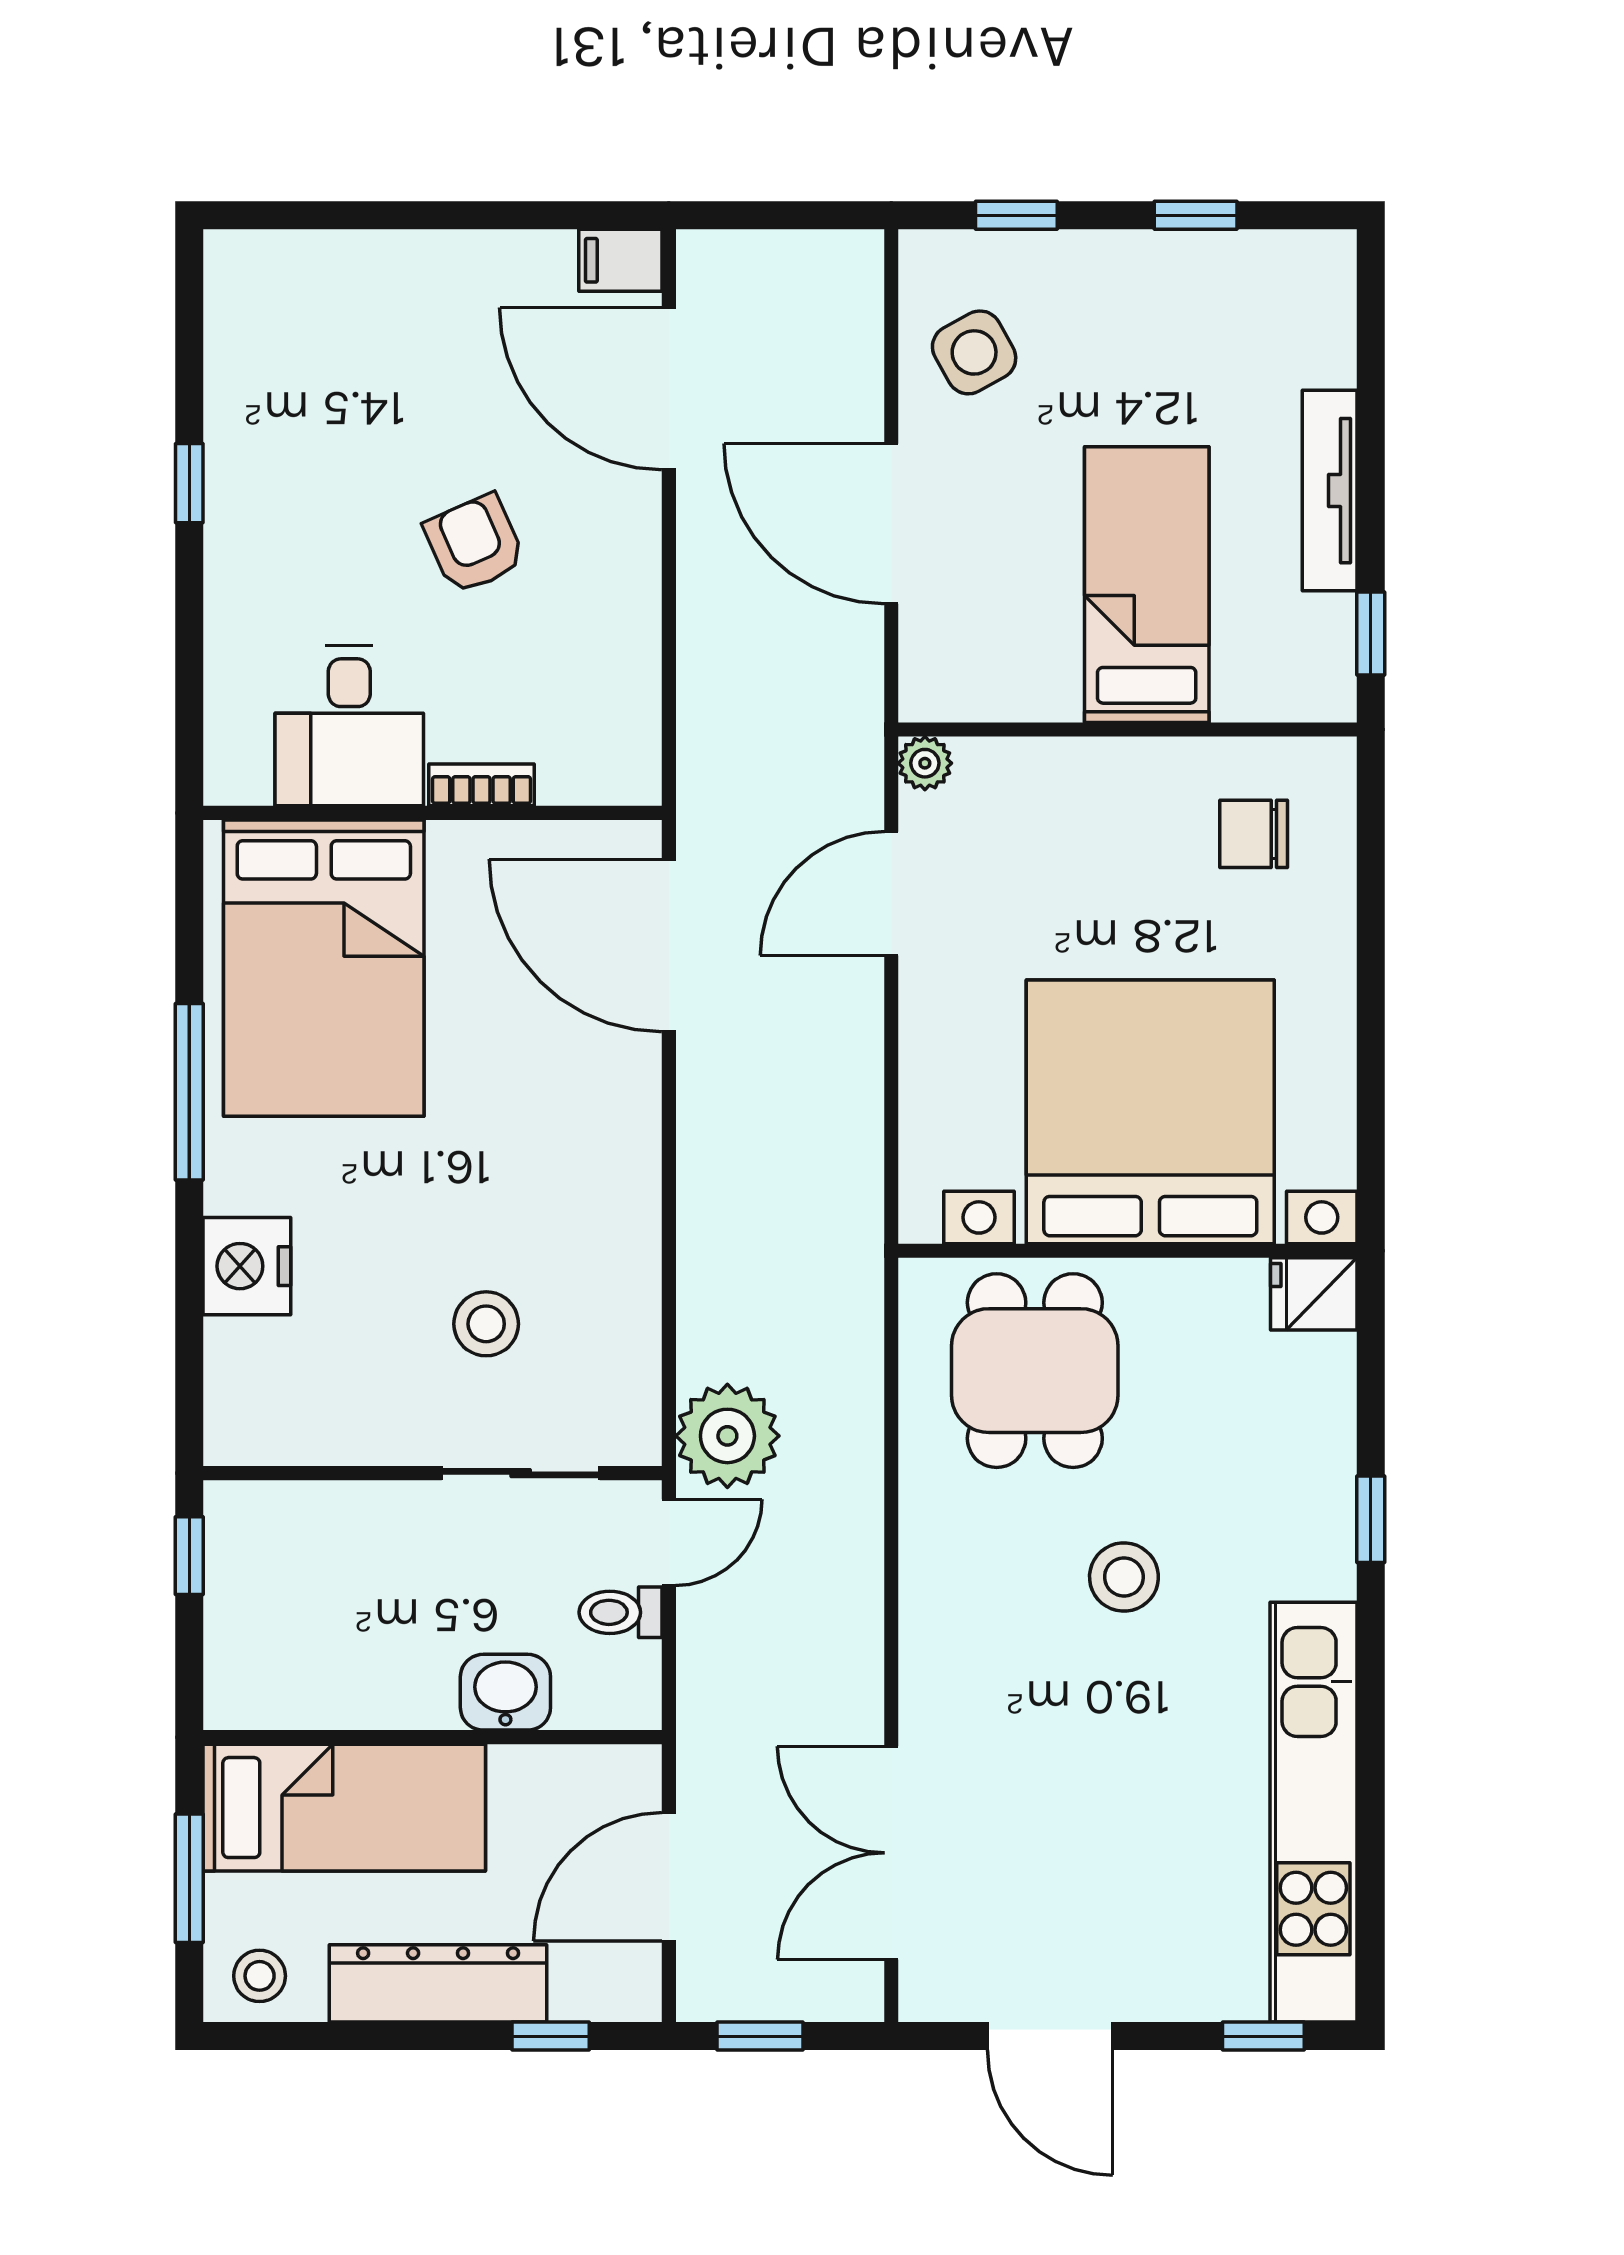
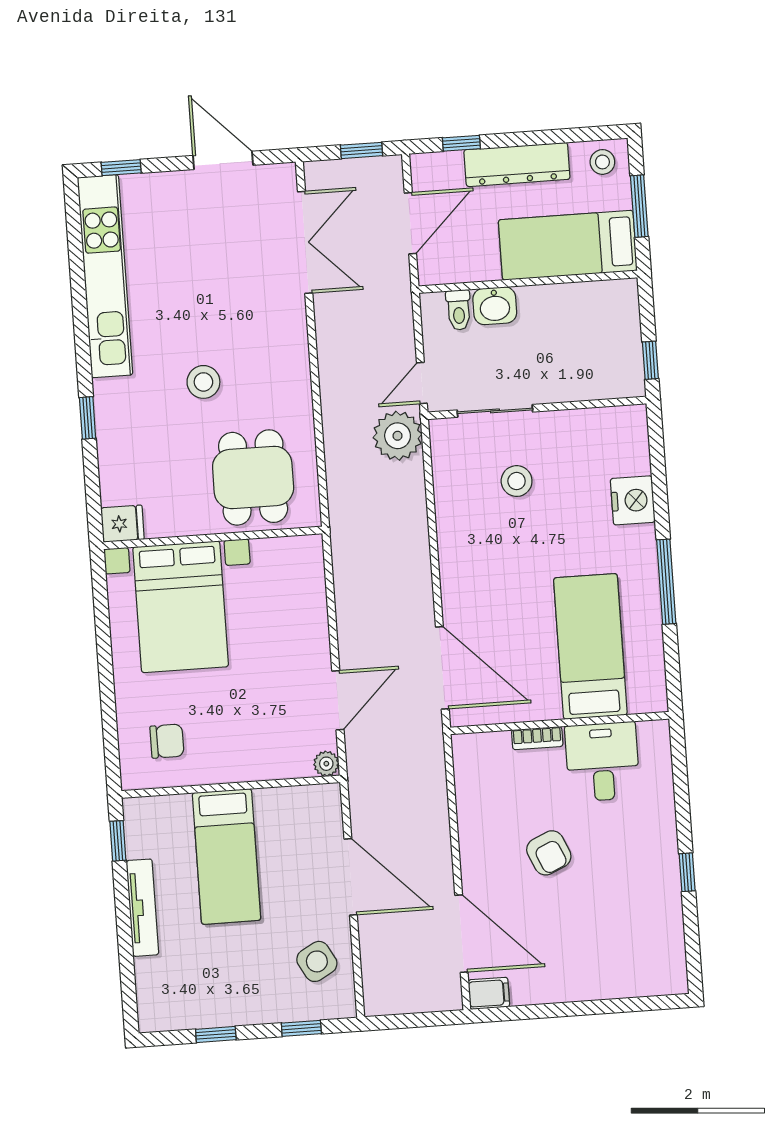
bed: (324, 968) -> (590, 646), width x0.67
bed with nightstands: (1150, 1112) -> (181, 607), width x0.73
toilet: (621, 1612) -> (459, 310), moved, turned 90

